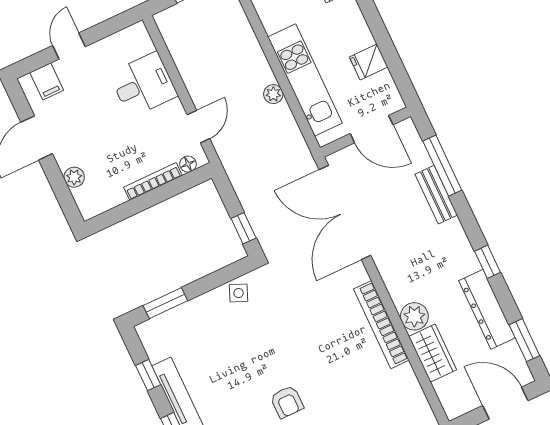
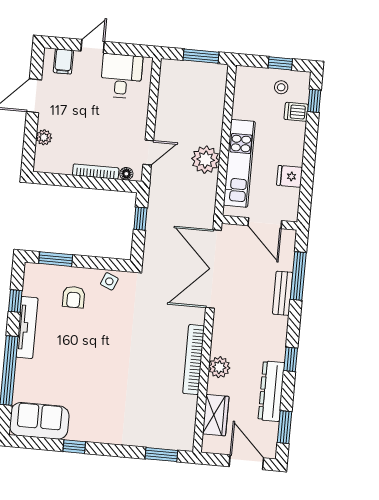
desk: (143, 85) -> (121, 76), moved, turned -90
plant: (273, 94) -> (206, 160), width x1.87, depth x1.87
window: (244, 228) -> (140, 219), moved
wardrobe: (433, 353) -> (216, 415), moved
armchair: (287, 402) -> (74, 297), moved

